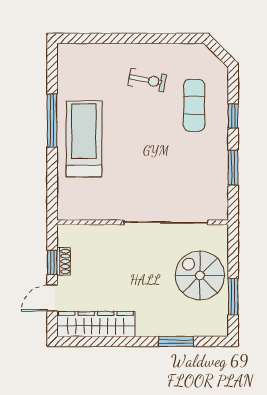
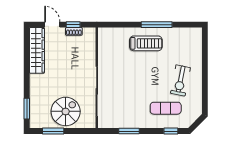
exercise bike: (147, 80) -> (180, 81), width x1.38, depth x1.39
window: (233, 116) -> (171, 131), moved
treadmill: (84, 139) -> (146, 43), width x0.73, depth x0.73
window: (176, 341) -> (27, 109), moved

